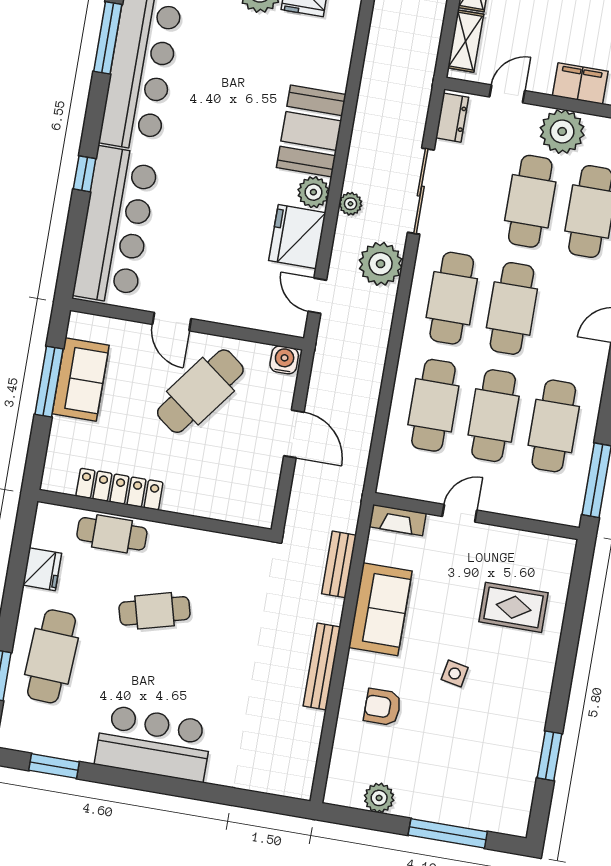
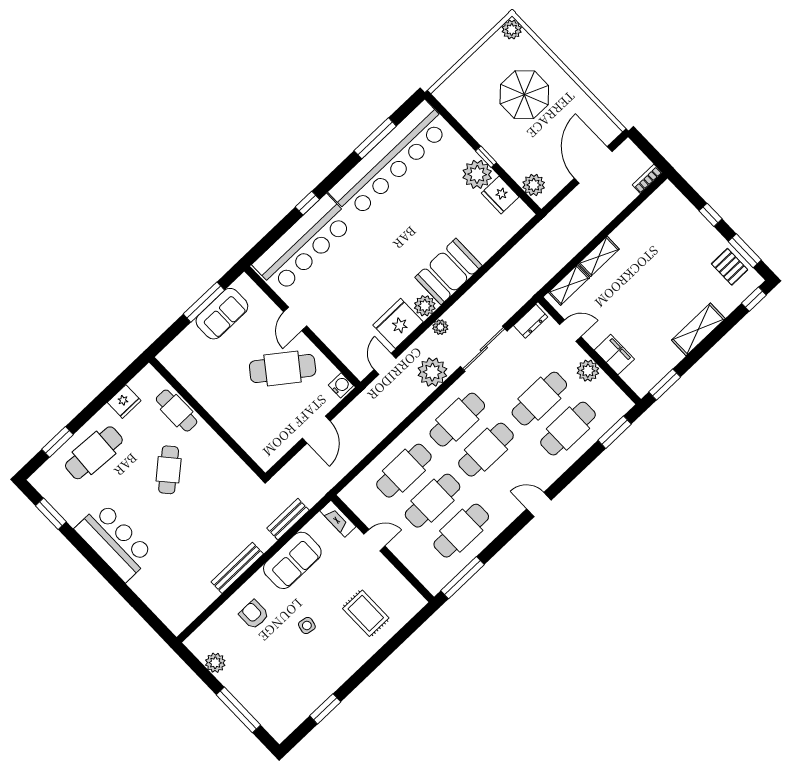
plant: (562, 131) -> (588, 371), width x0.73, depth x0.73
locker: (119, 489) -> (199, 389), removed
cafe table: (155, 611) -> (169, 470), turned 64

